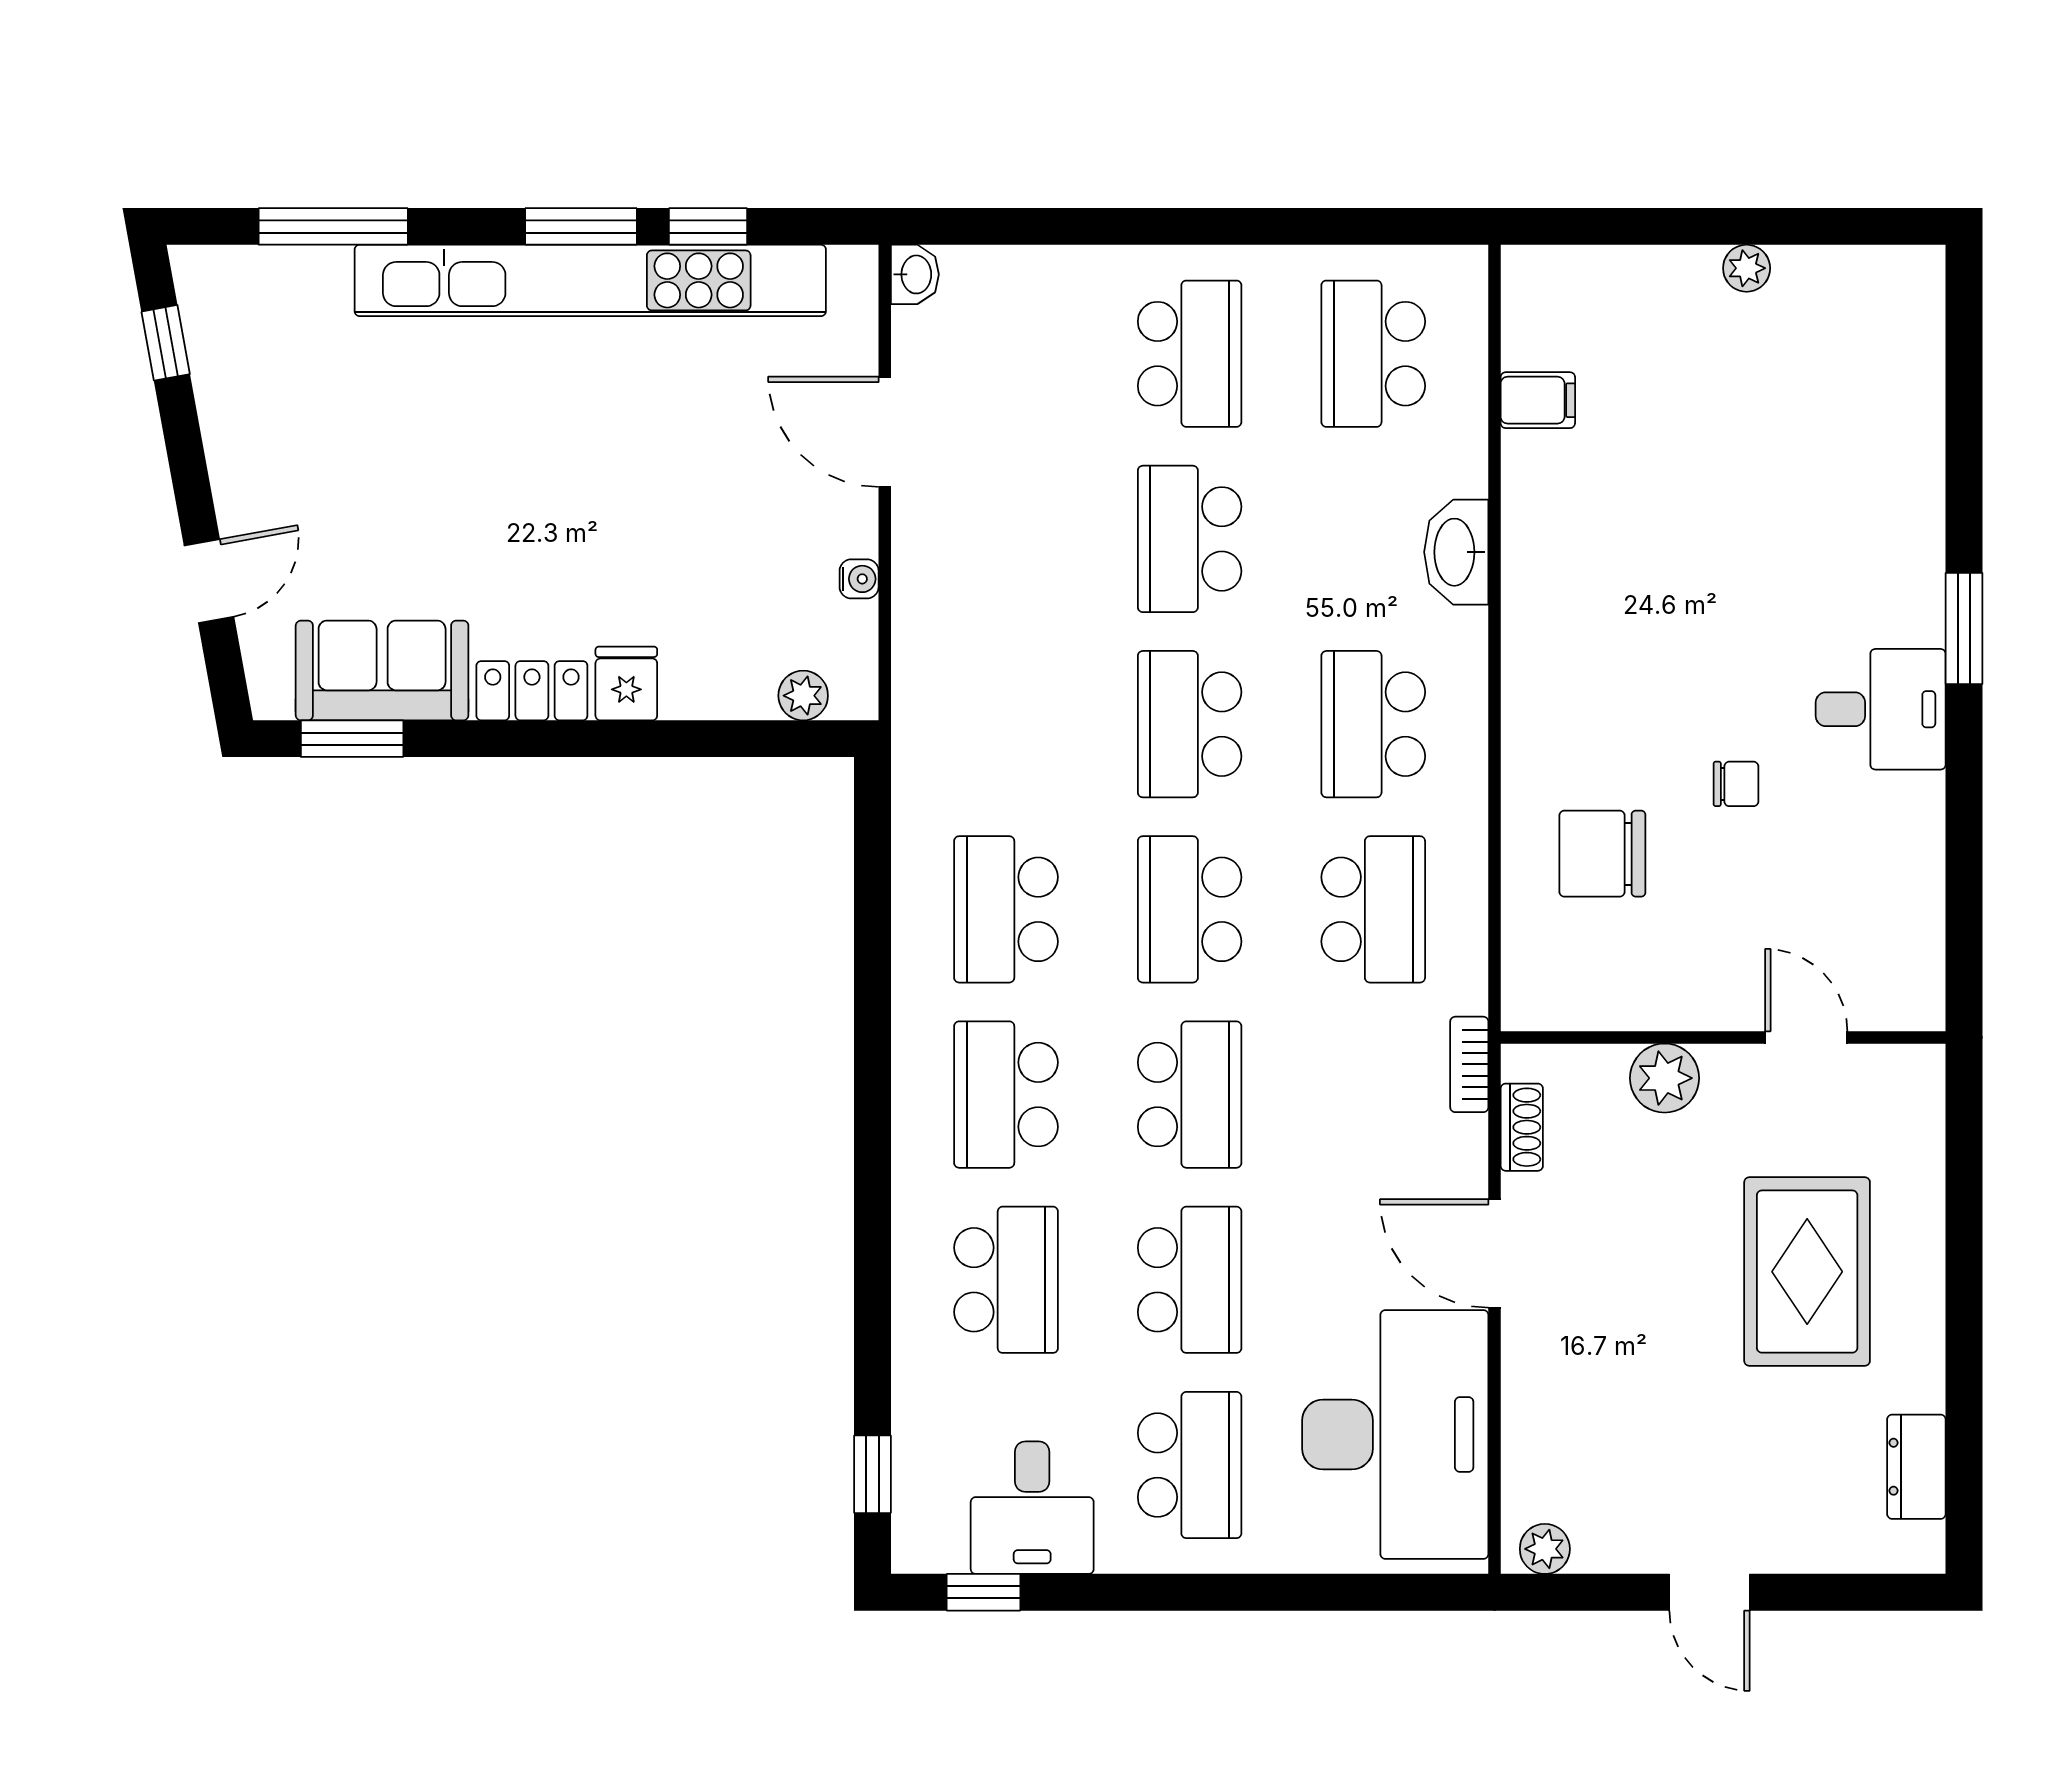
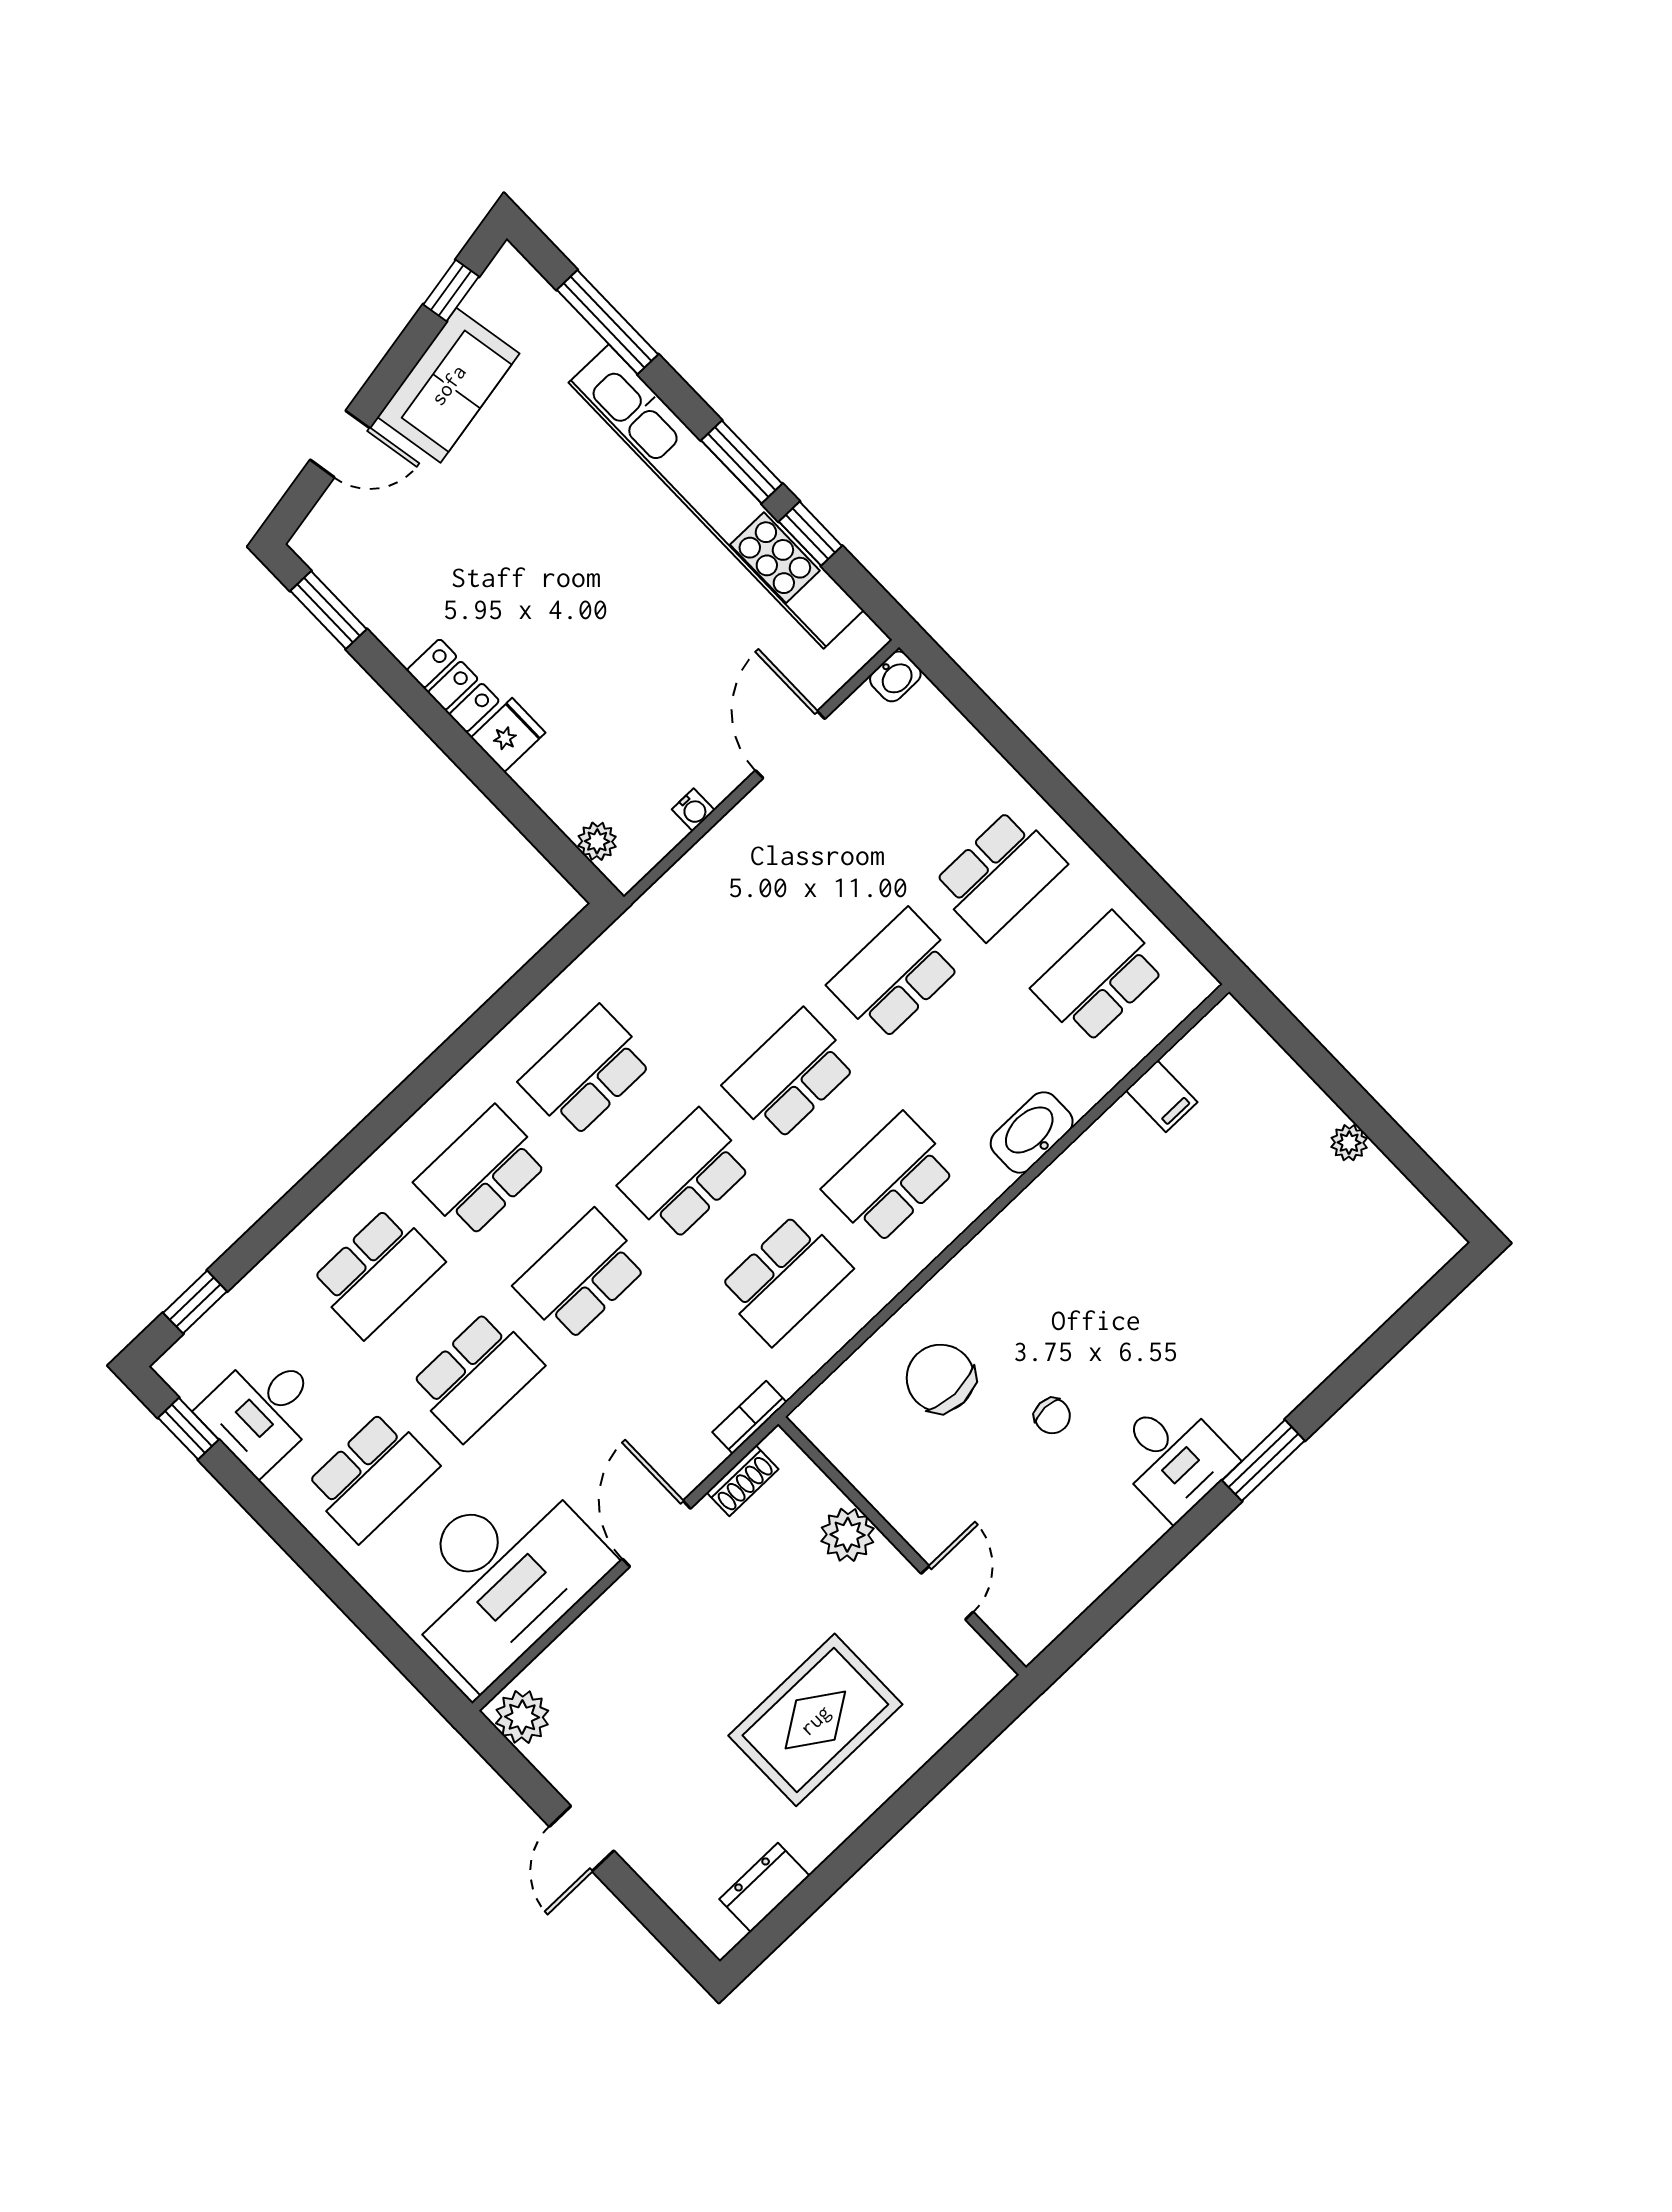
sofa: (382, 670) -> (448, 385), moved, turned 80
school desk: (1190, 1095) -> (581, 1276), turned 180
plant: (1545, 1549) -> (522, 1717), width x1.38, depth x1.38

